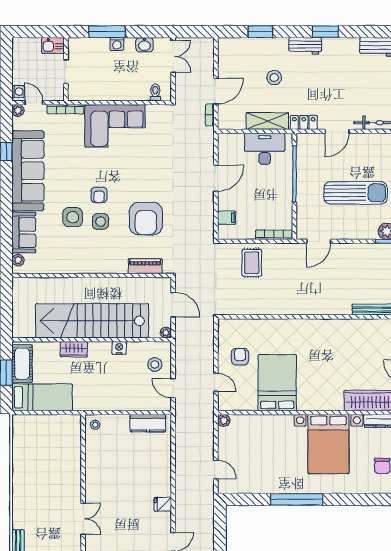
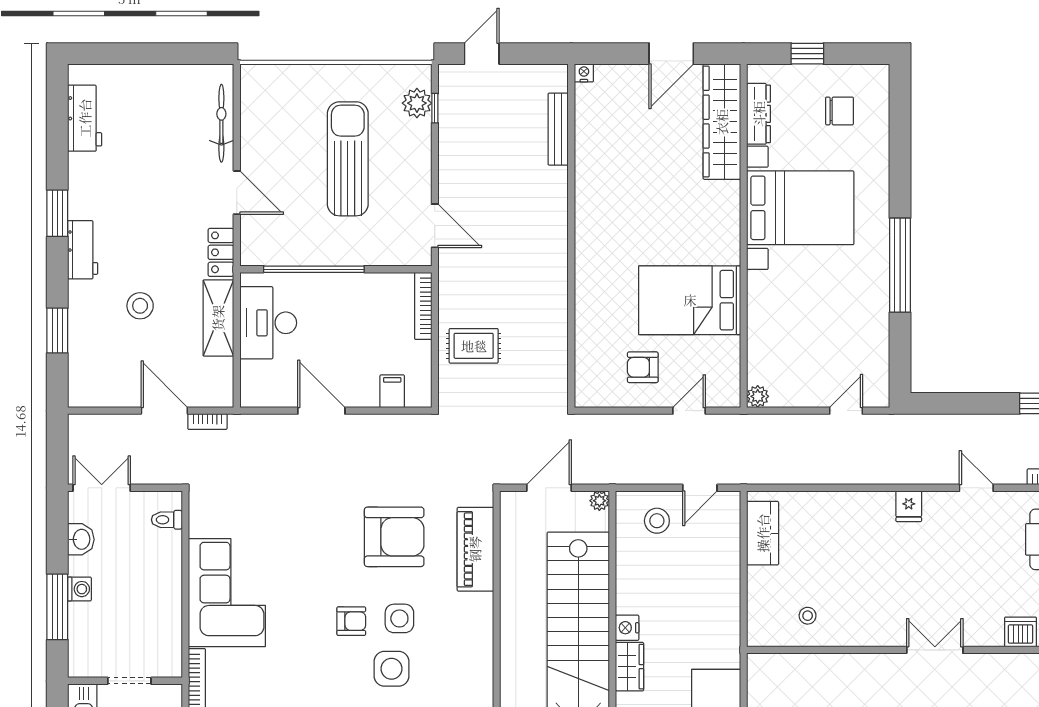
piano: (145, 266) -> (475, 549), width x1.37, depth x1.33
nightstand: (119, 348) -> (627, 628), moved
stool: (95, 425) -> (808, 616), moved

